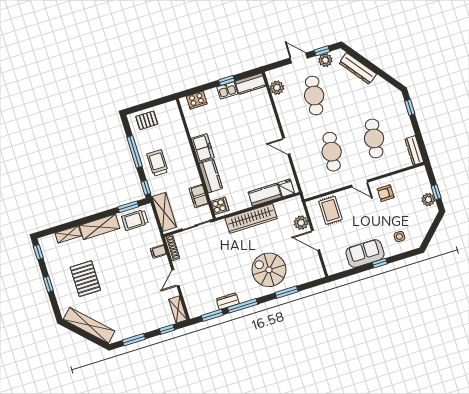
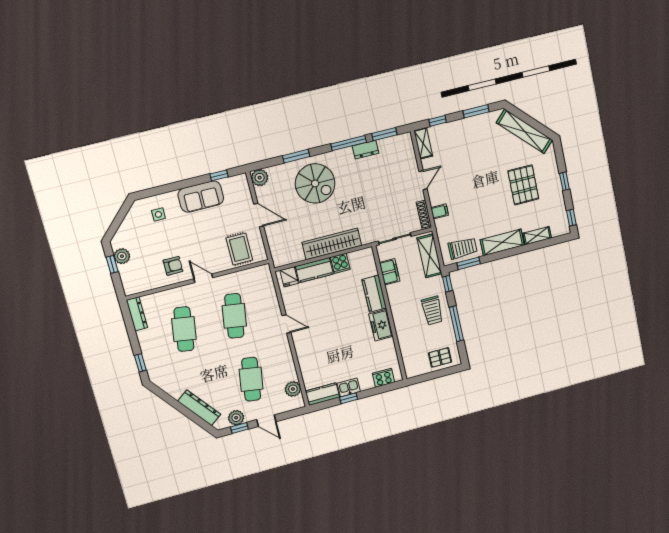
cooker: (220, 206) -> (340, 263), moved, turned -90
plant: (301, 223) -> (260, 178), moved
window: (380, 263) -> (219, 175), moved

